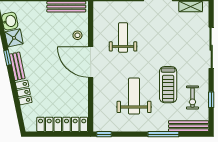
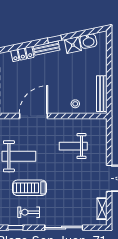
weight bench: (123, 37) -> (73, 146), turned 180
door: (91, 62) -> (33, 116), moved
exercise bike: (192, 98) -> (29, 212), moved

